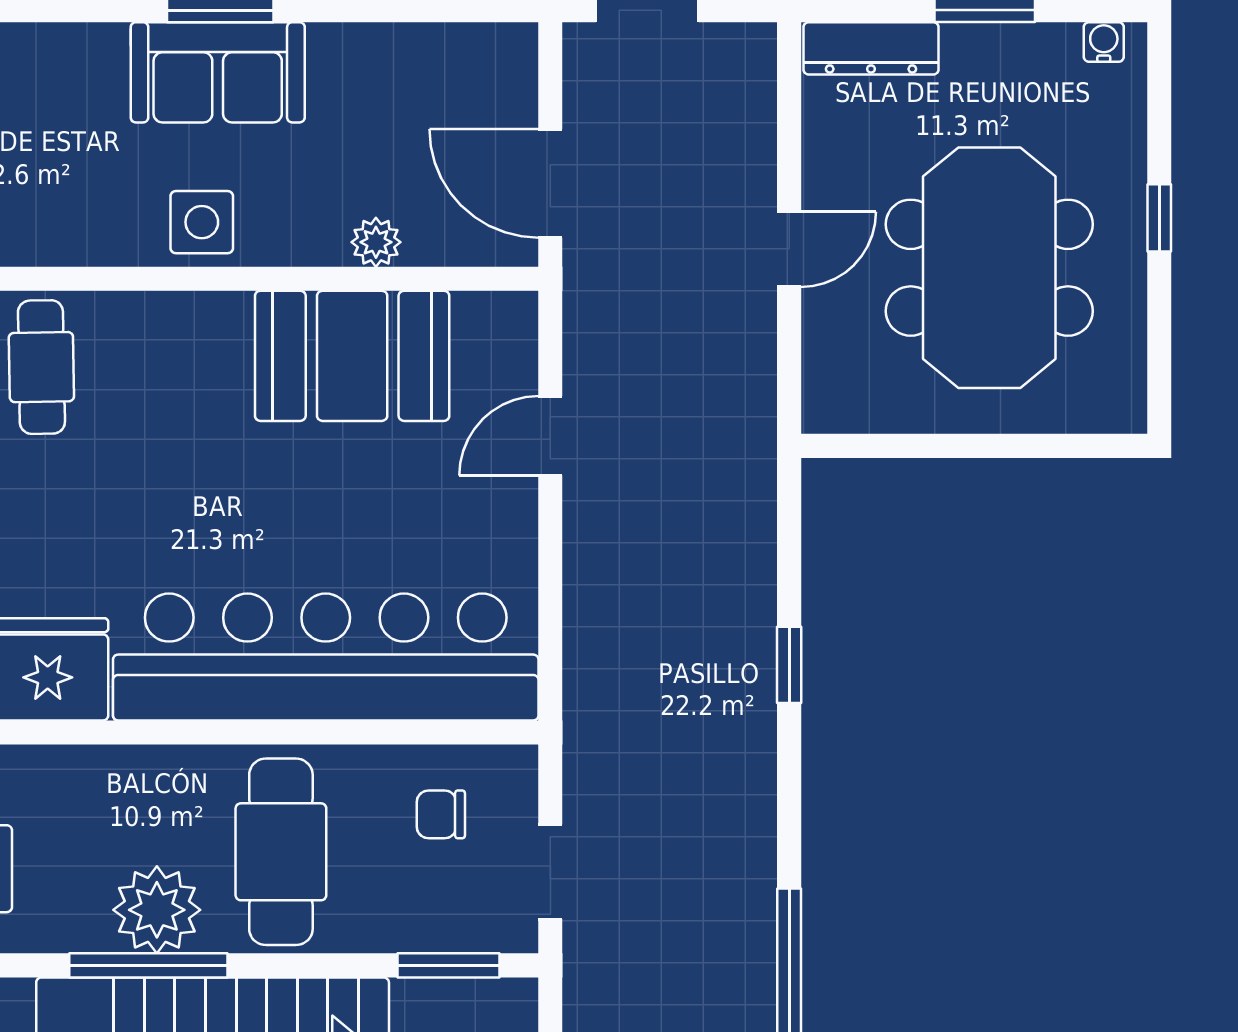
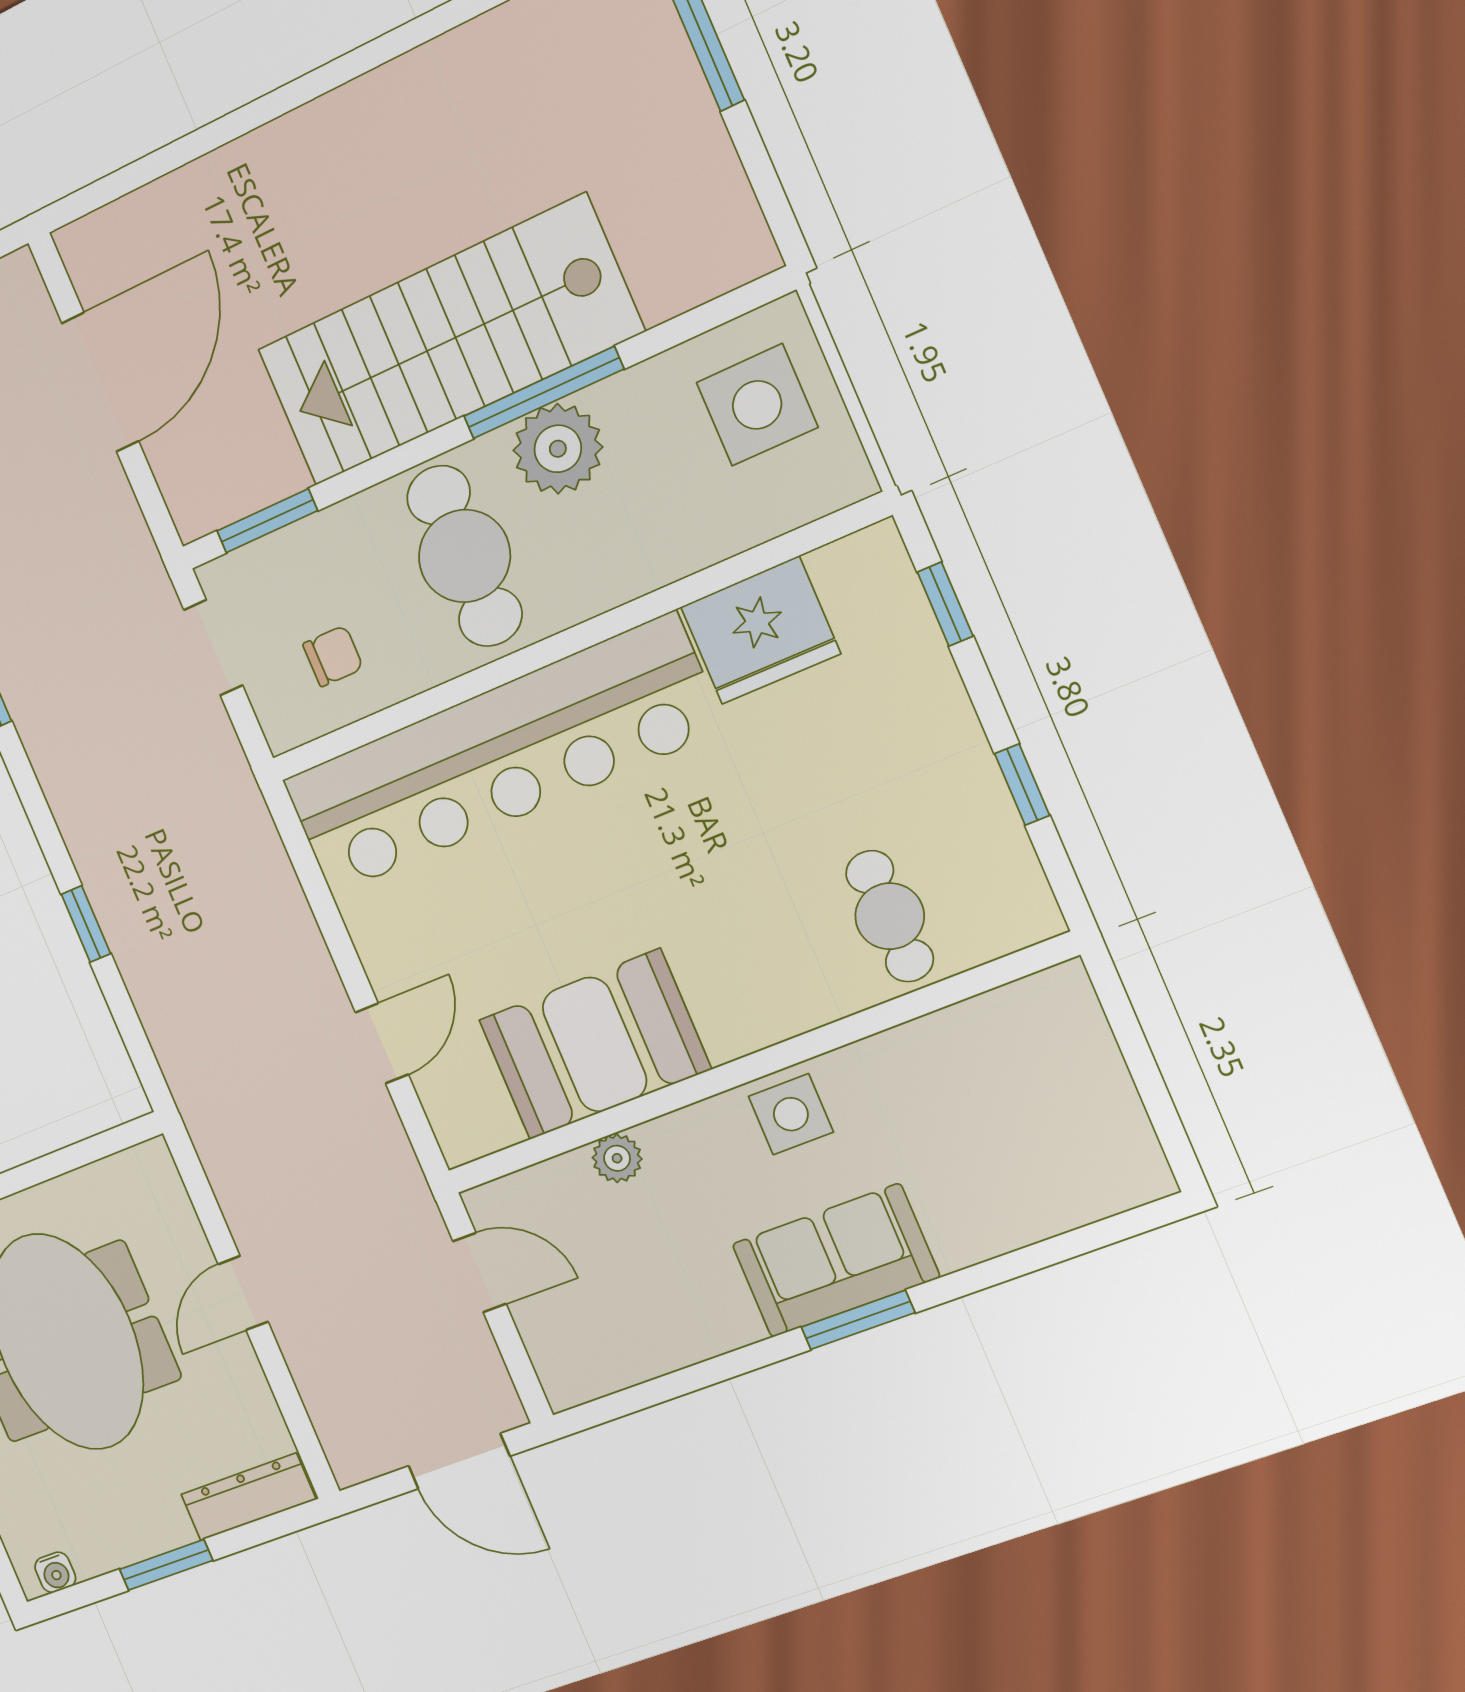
door: (550, 183) -> (480, 1273), width x0.73

